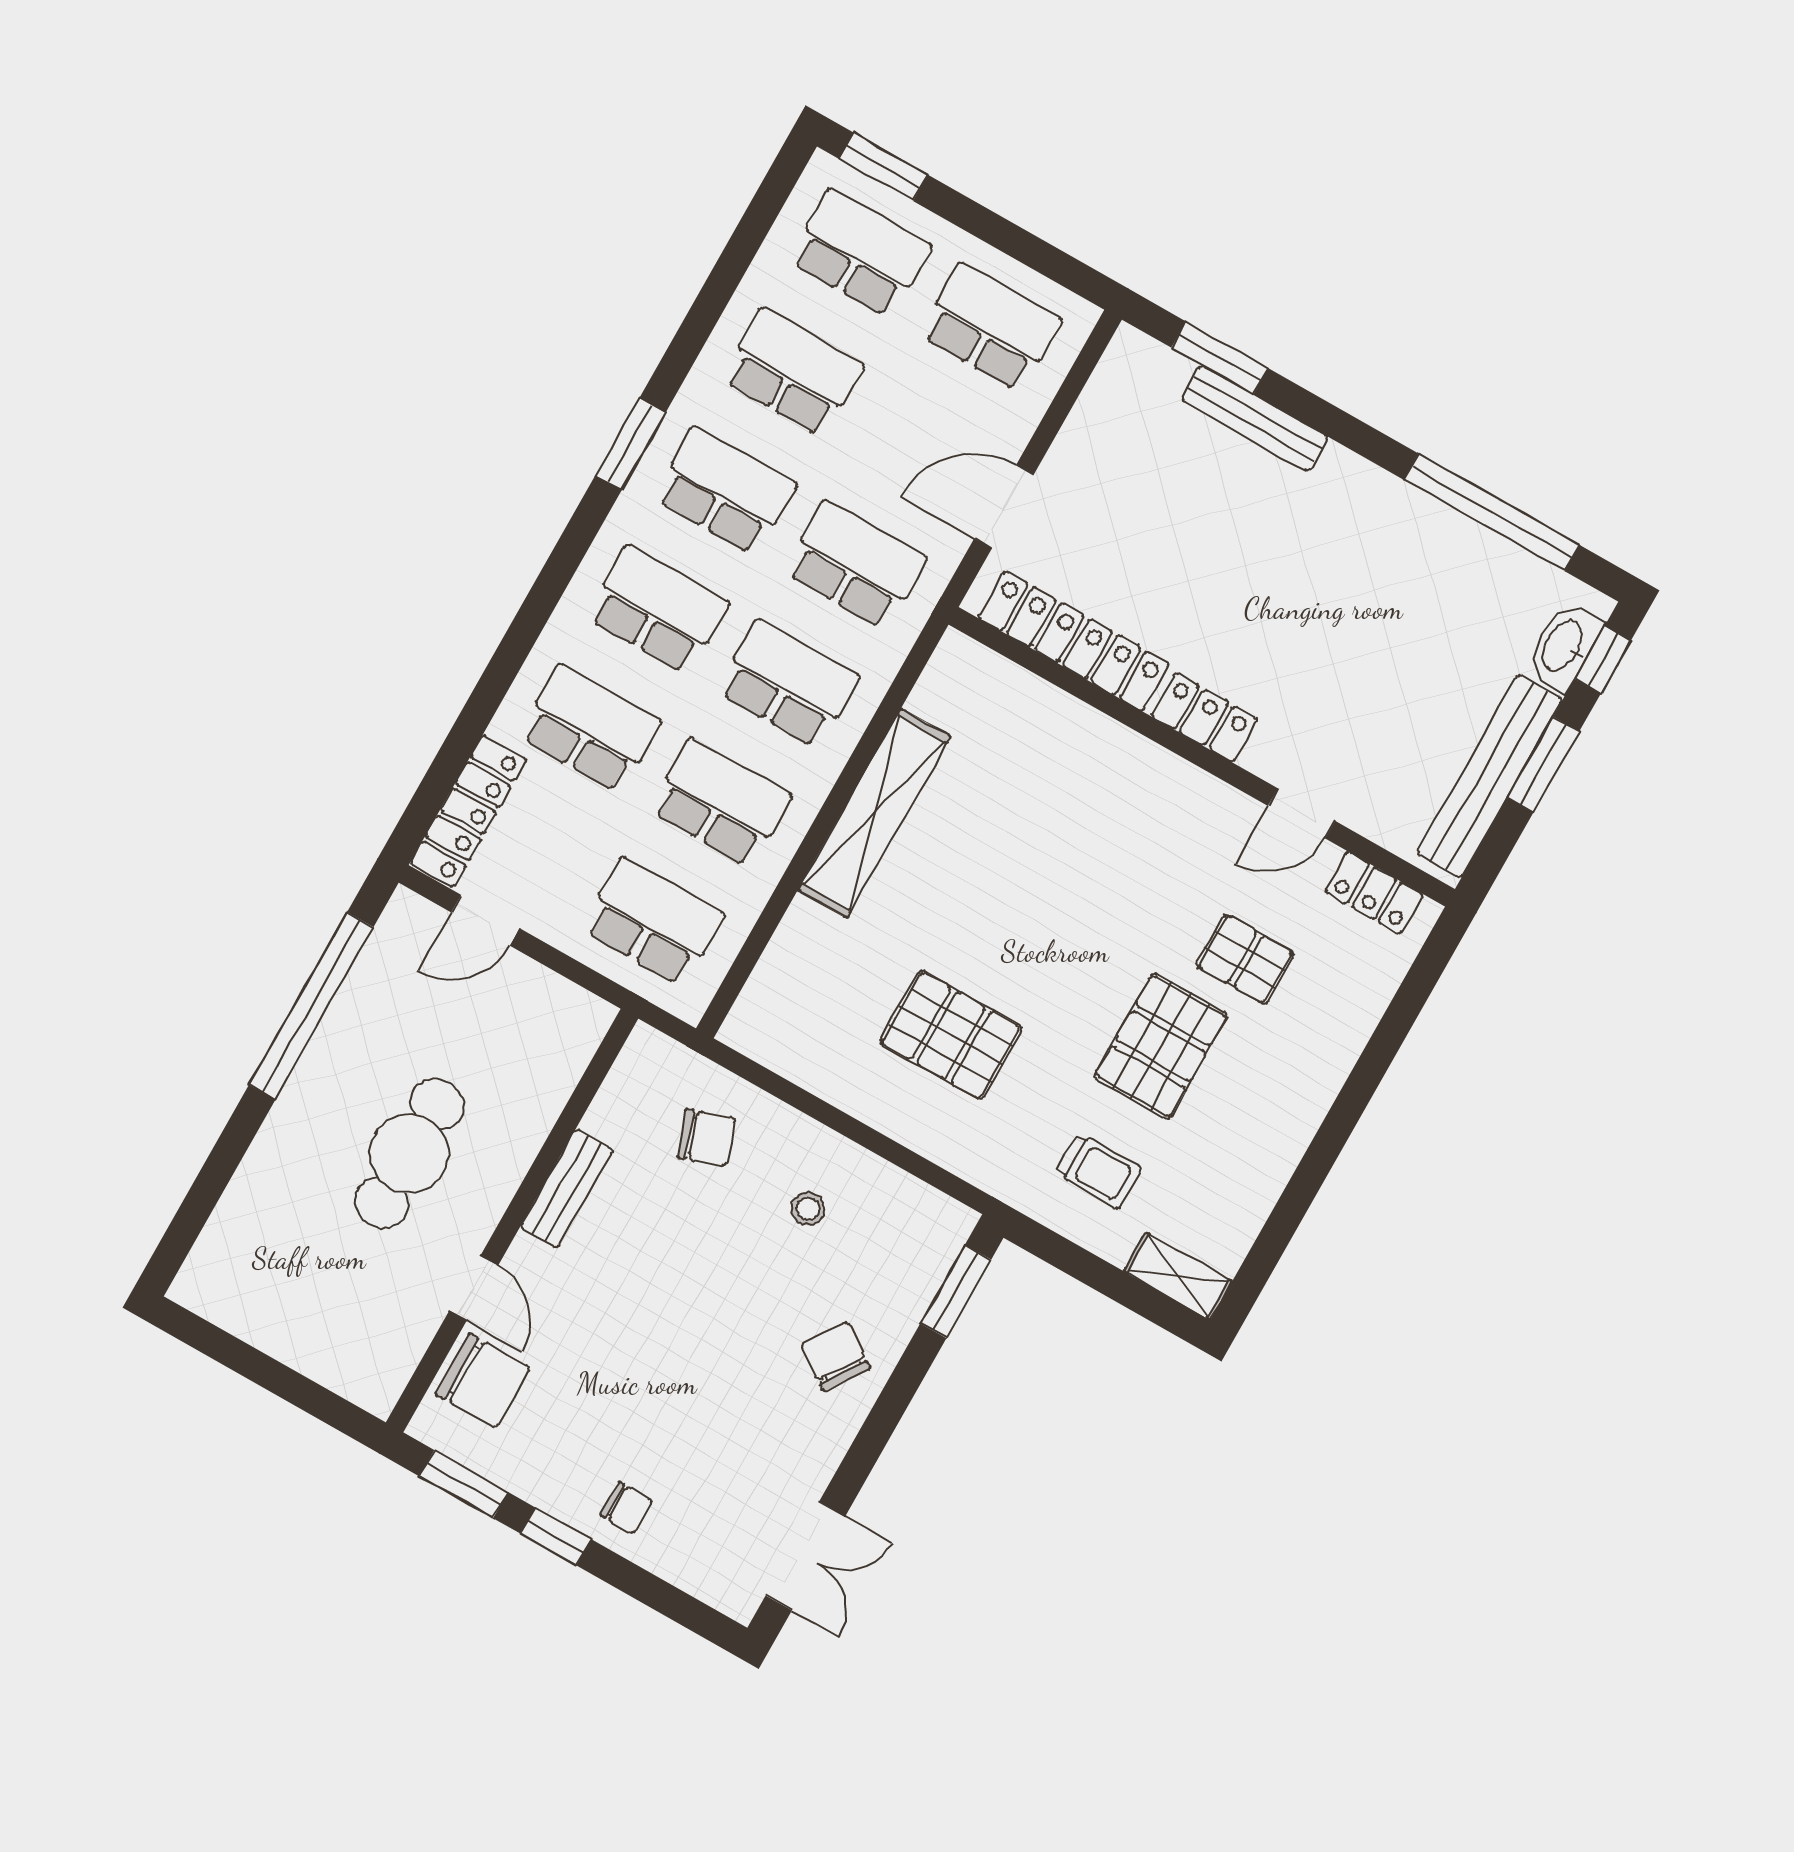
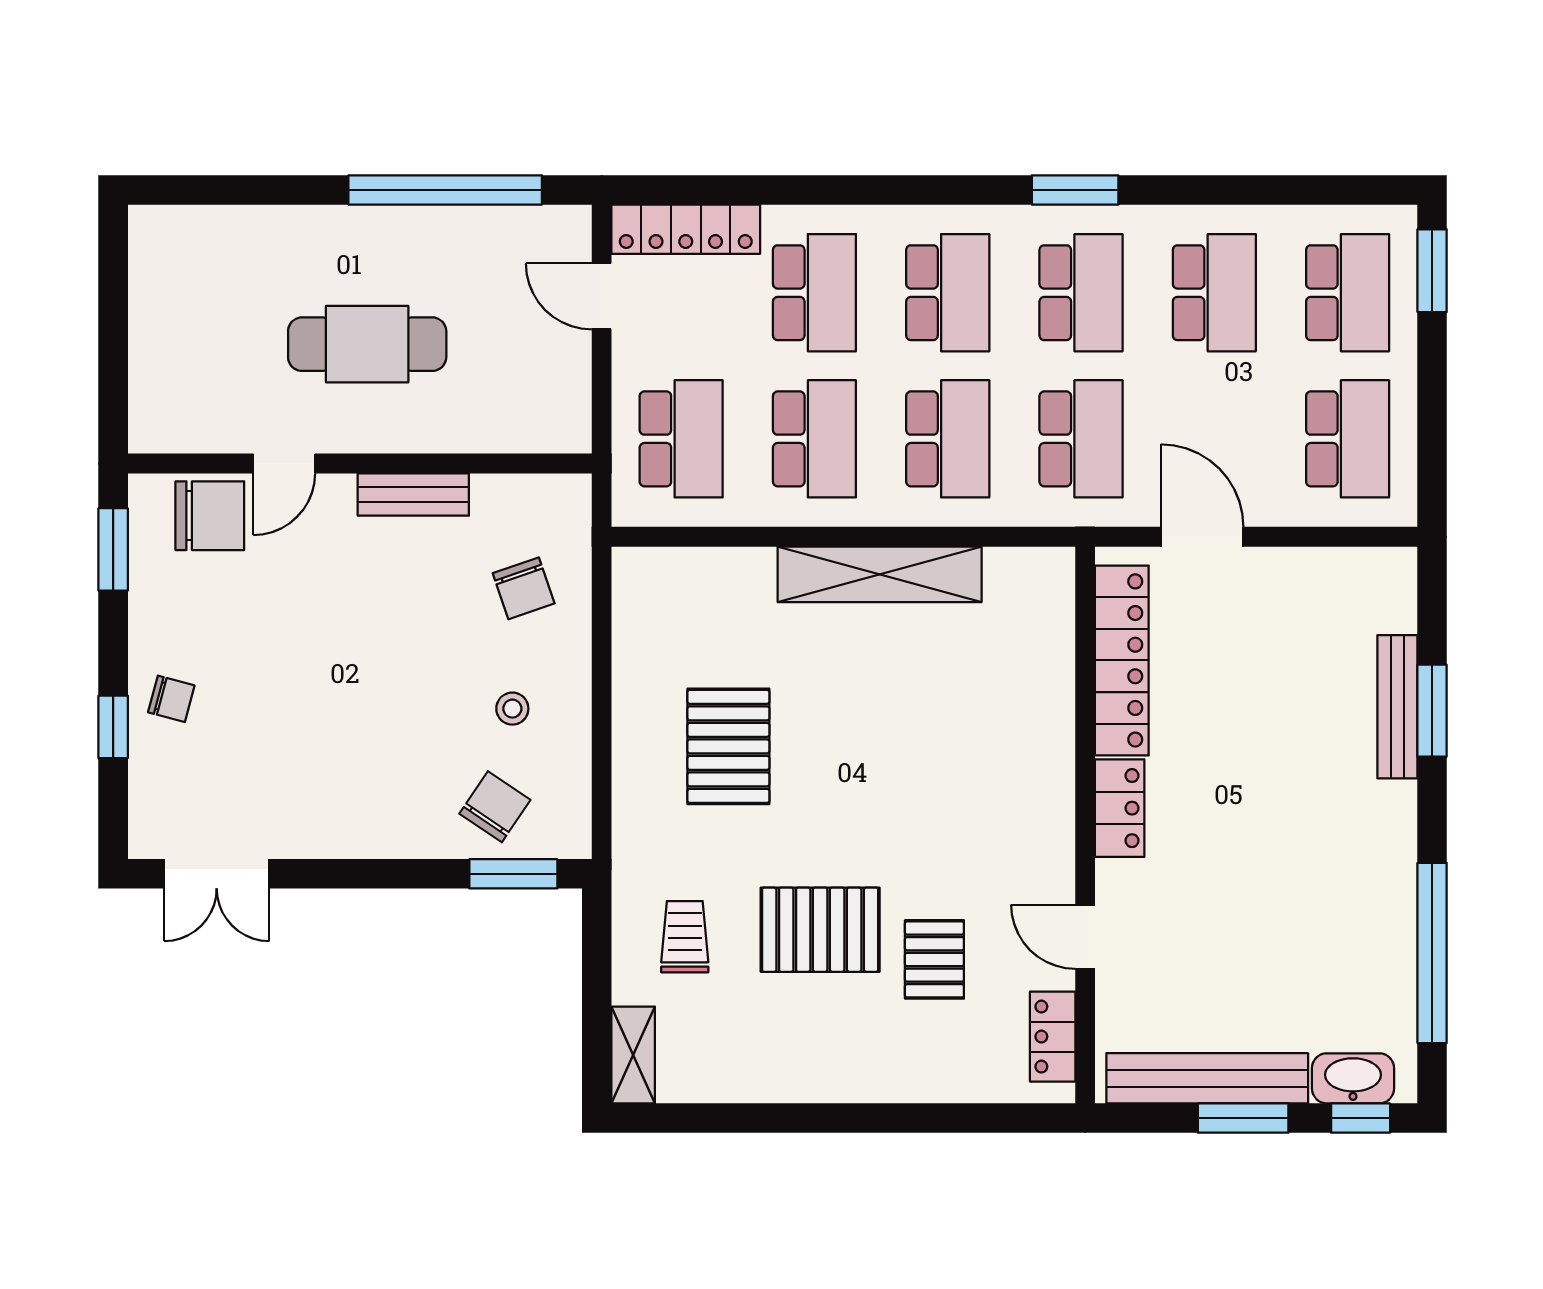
window: (1220, 358) -> (1432, 711), moved
trolley: (1099, 1171) -> (685, 937), turned 180
chair: (836, 1356) -> (495, 807), moved
chair: (483, 1381) -> (210, 516), turned -90
chair: (626, 1508) -> (171, 699), turned -75
window: (556, 1536) -> (113, 727), moved

